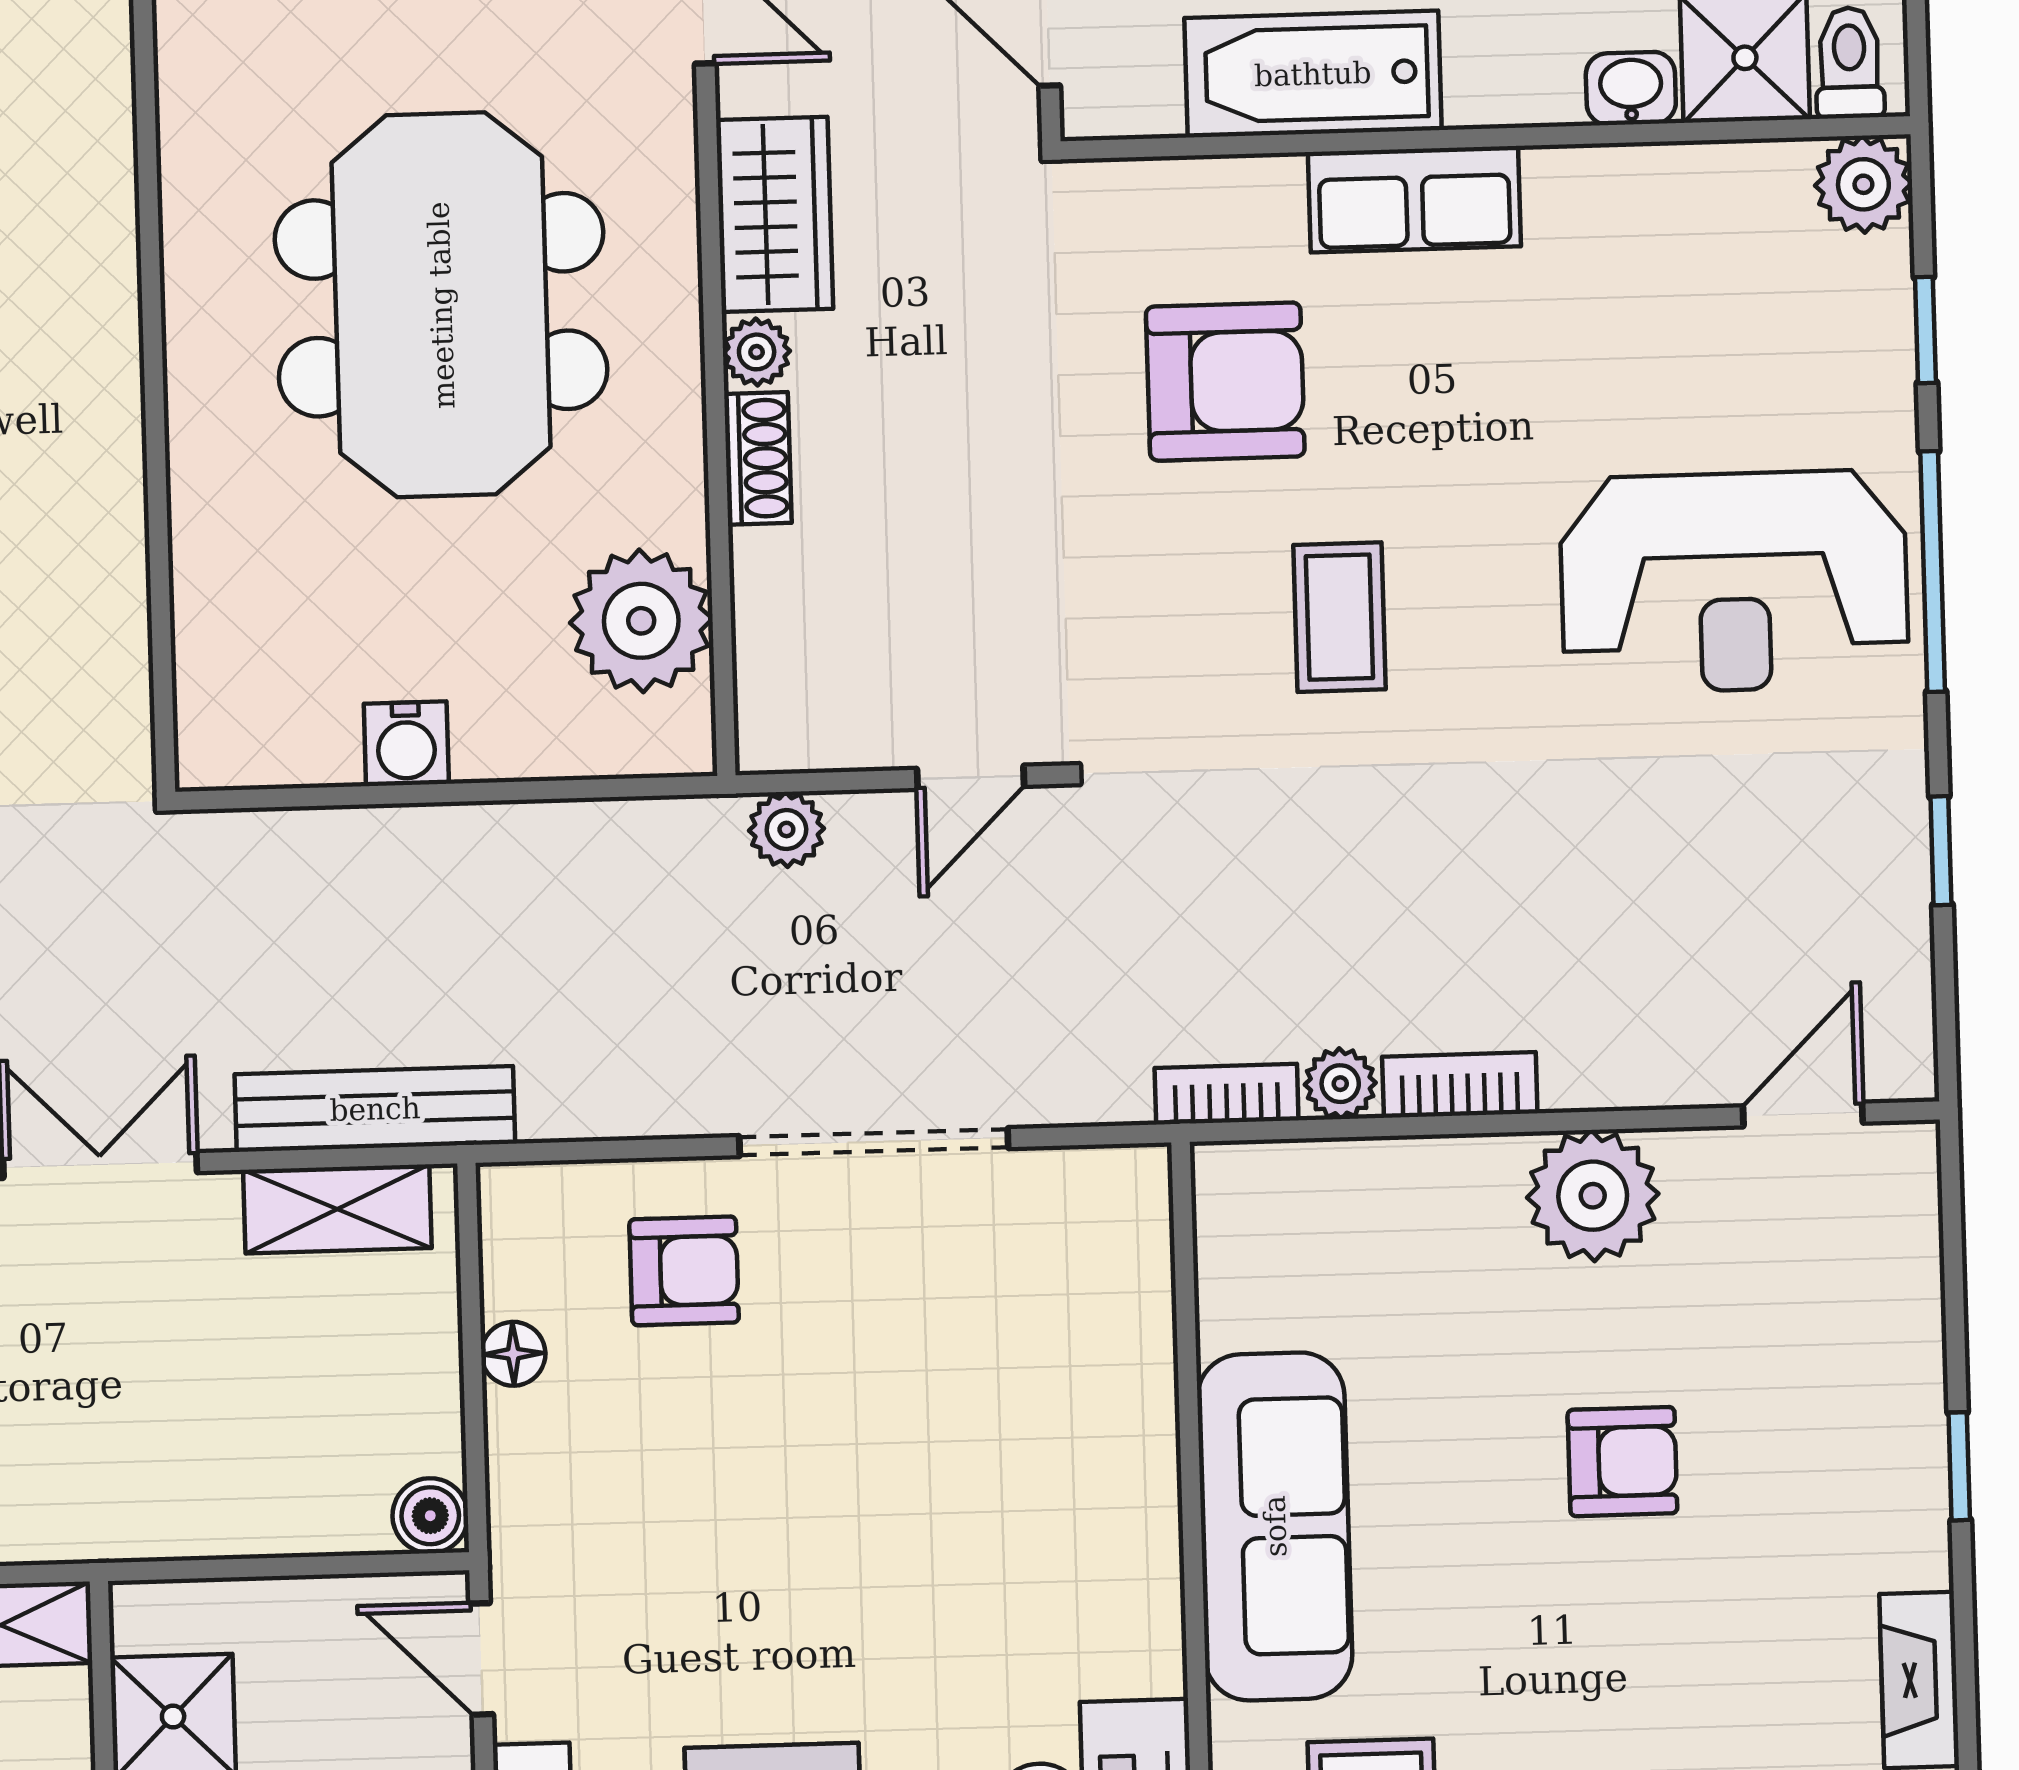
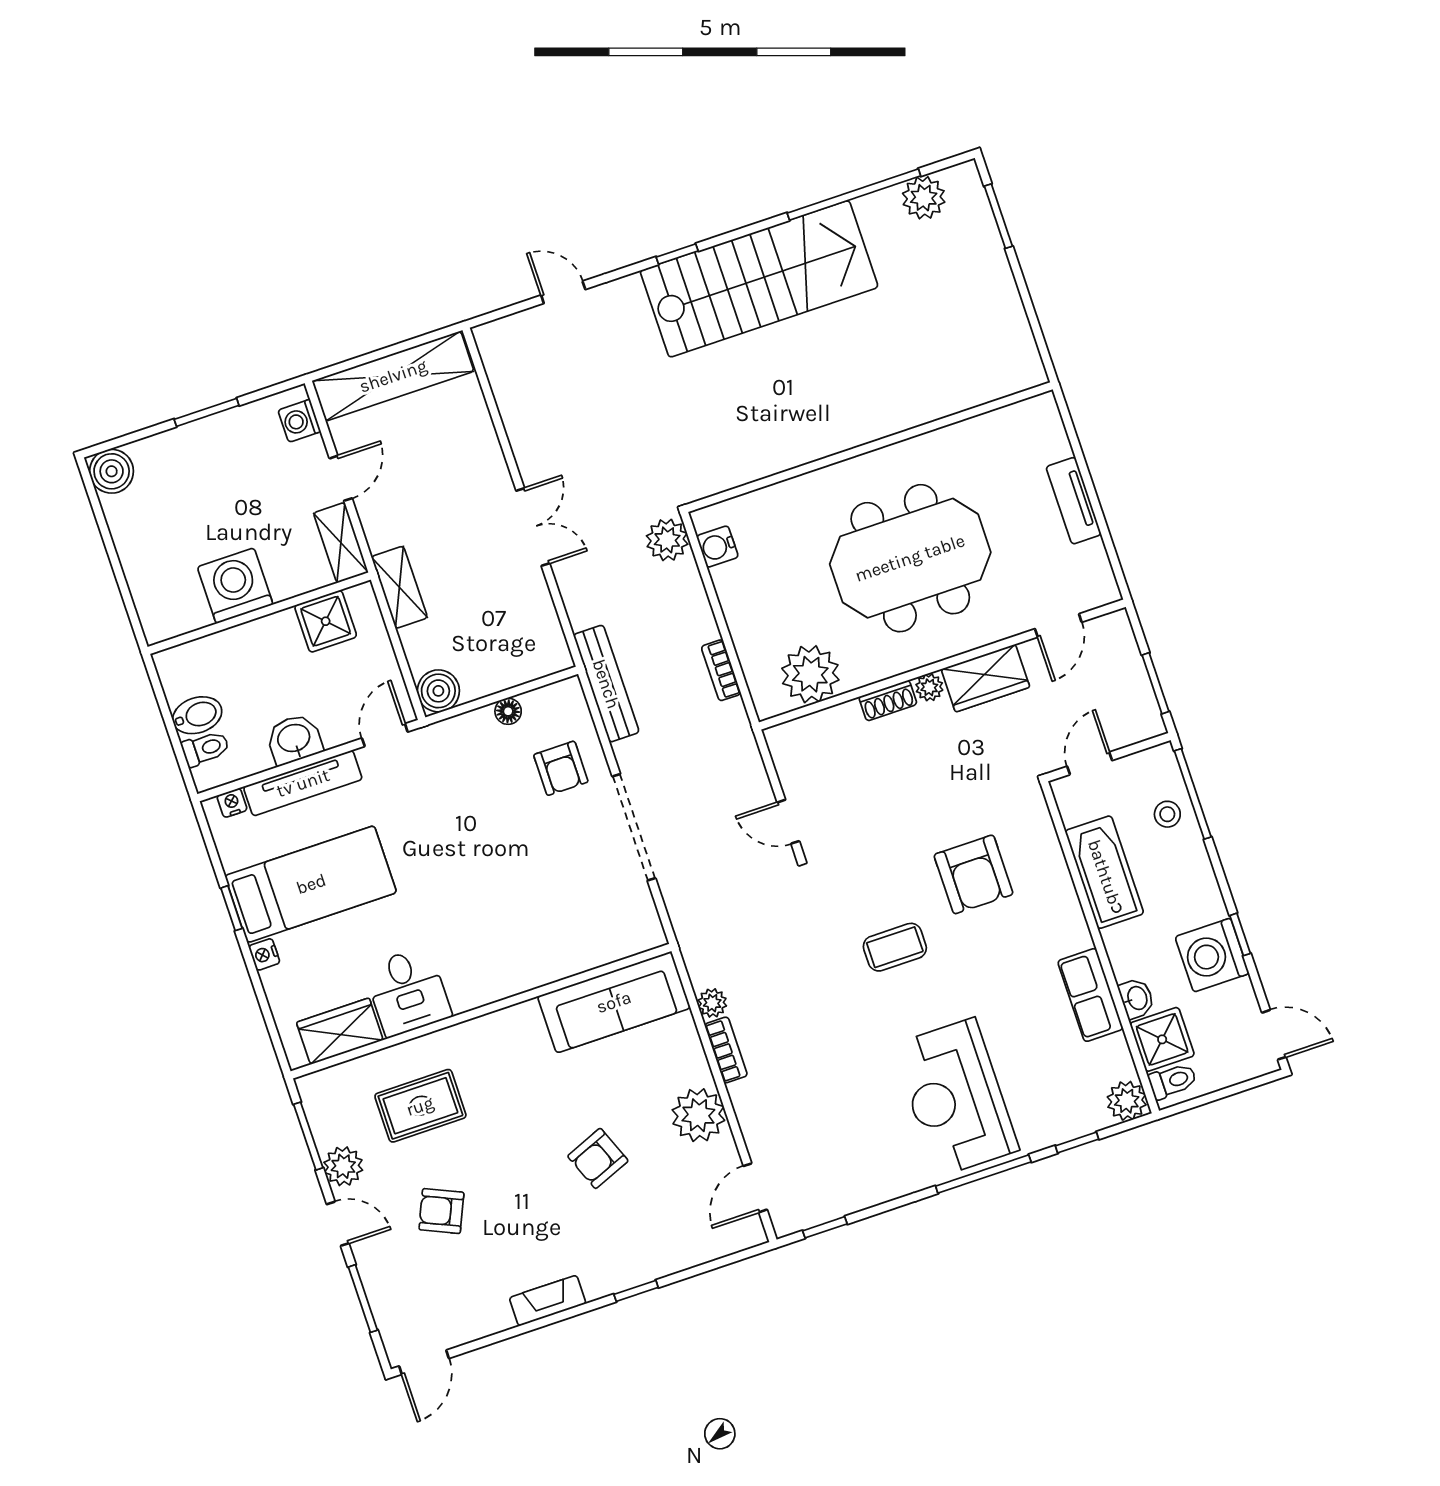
row of seats: (1414, 199) -> (1090, 995), moved
water cooler: (406, 744) -> (717, 547), moved
plant: (786, 829) -> (667, 540), moved, width x1.38, depth x1.38
window: (1941, 851) -> (825, 1227), moved
bookcase: (1227, 1094) -> (721, 670), moved, turned 180
bench: (375, 1109) -> (606, 684), moved
door: (1803, 1115) -> (755, 1188), swing flipped
shelving: (337, 1209) -> (399, 587), moved
armchair: (1622, 1462) -> (598, 1158), turned 68
boiler: (430, 1516) -> (438, 691), width x1.36, depth x1.36
sofa: (1275, 1526) -> (614, 1002), moved

